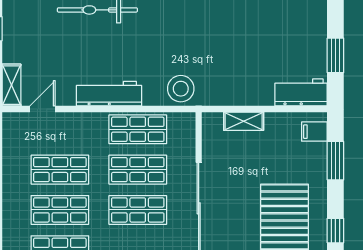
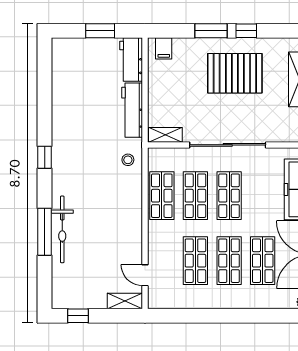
stool: (181, 89) -> (128, 160), width x0.53, depth x0.53
workbench: (109, 94) -> (132, 110), moved
shelving: (244, 121) -> (165, 135), moved, turned 90
window: (335, 161) -> (211, 31), moved

